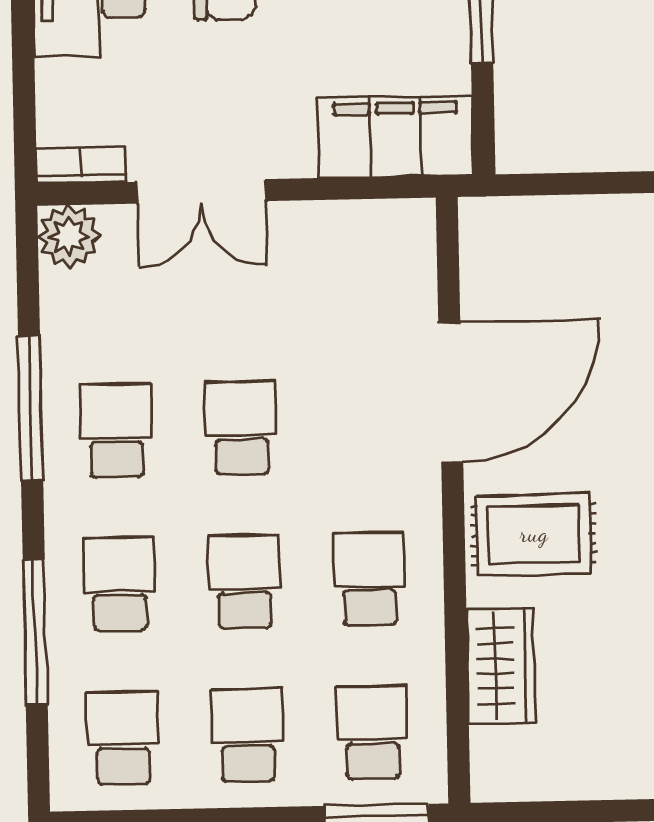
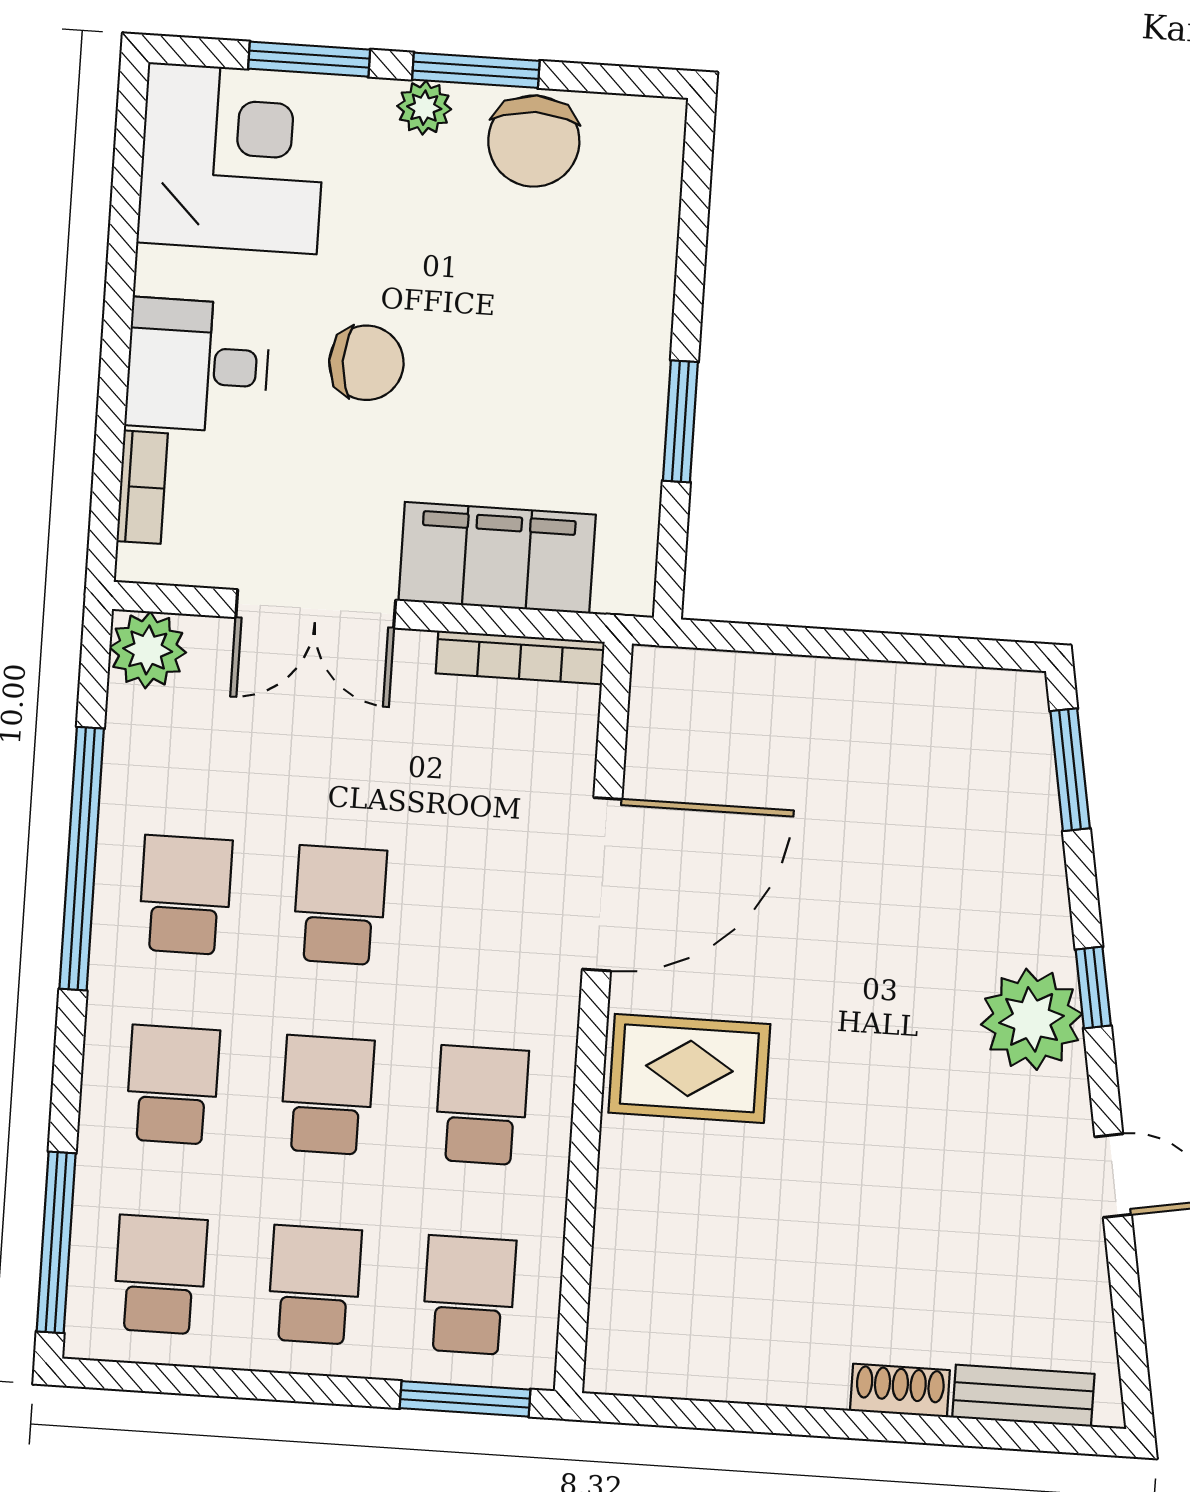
filing cabinet: (395, 136) -> (497, 558), moved
bookcase: (81, 165) -> (142, 487), moved, turned 90
bookcase: (369, 216) -> (520, 657), added
window: (31, 409) -> (82, 859), width x1.46
window: (35, 632) -> (56, 1242), moved
wardrobe: (501, 666) -> (635, 1227), removed

